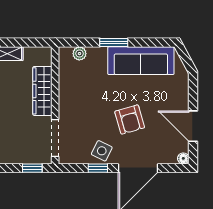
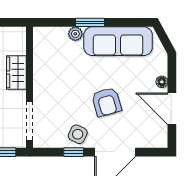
plant: (79, 54) -> (75, 34), moved
wardrobe: (42, 91) -> (16, 72), width x0.67
floor lamp: (183, 158) -> (162, 82), moved

